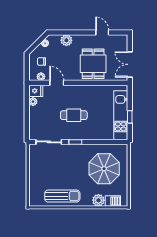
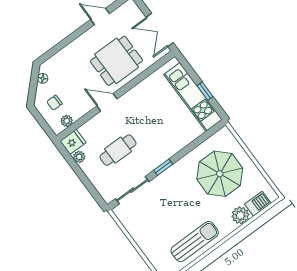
plant: (66, 40) -> (65, 57), removed
dining table: (93, 64) -> (116, 61), turned 90
door: (57, 83) -> (107, 102), moved
cafe table: (74, 115) -> (118, 150), moved

